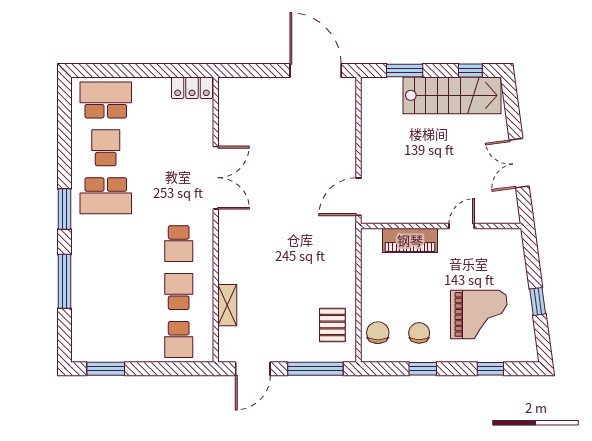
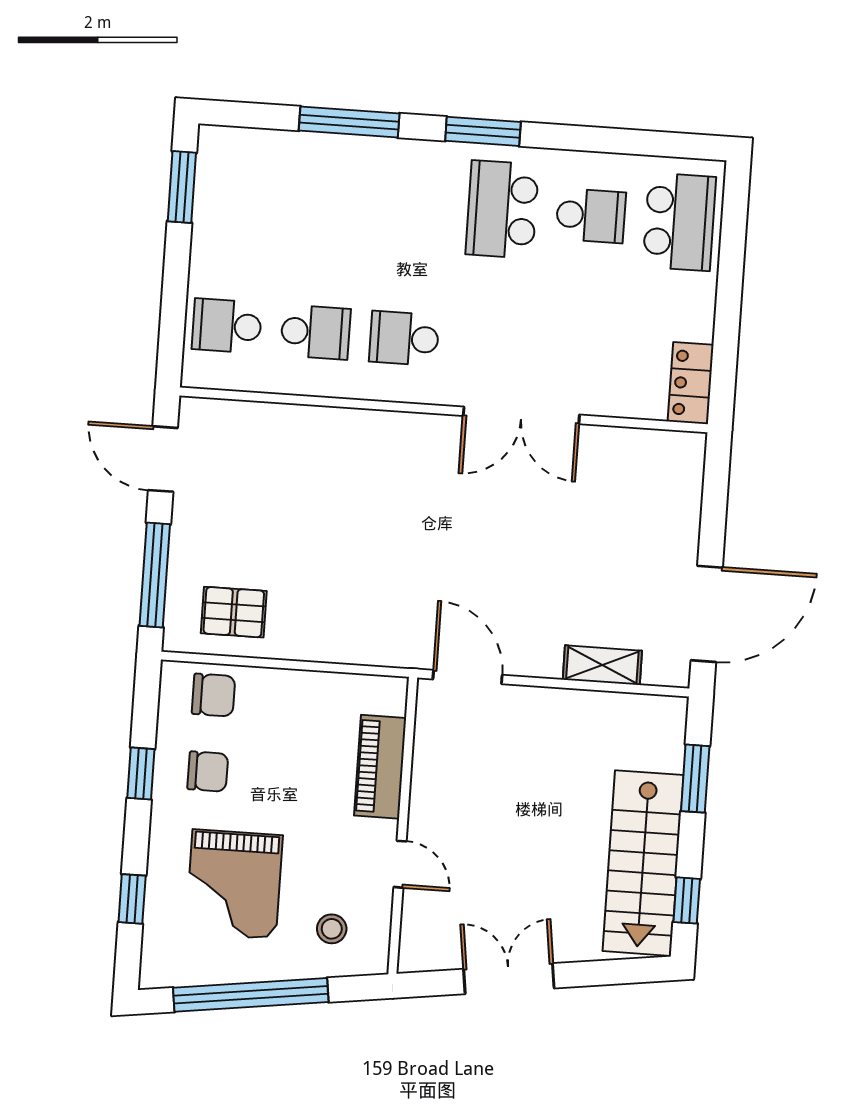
stool: (499, 260) -> (332, 929), added
window: (538, 301) -> (251, 995), width x3.17
shelving: (227, 305) -> (602, 665), moved

